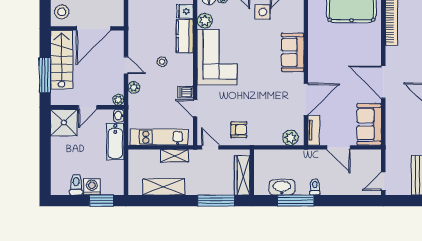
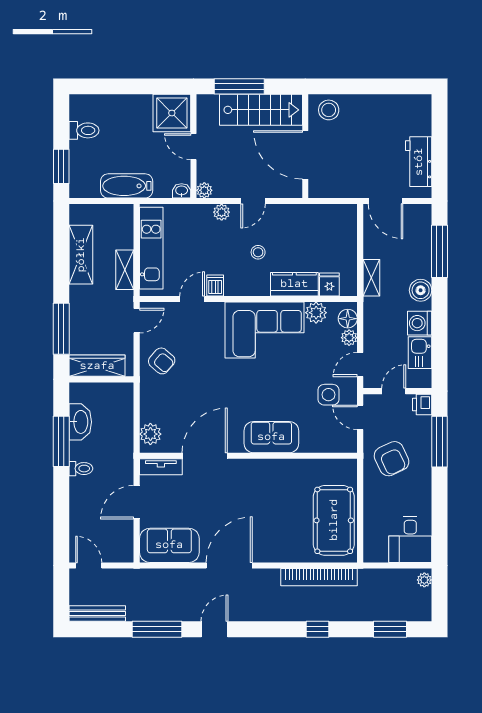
door: (306, 99) -> (205, 456), swing flipped
armchair: (239, 130) -> (162, 361), turned -49
bathtub: (115, 141) -> (127, 186), moved
washing machine: (92, 187) -> (81, 153), removed

